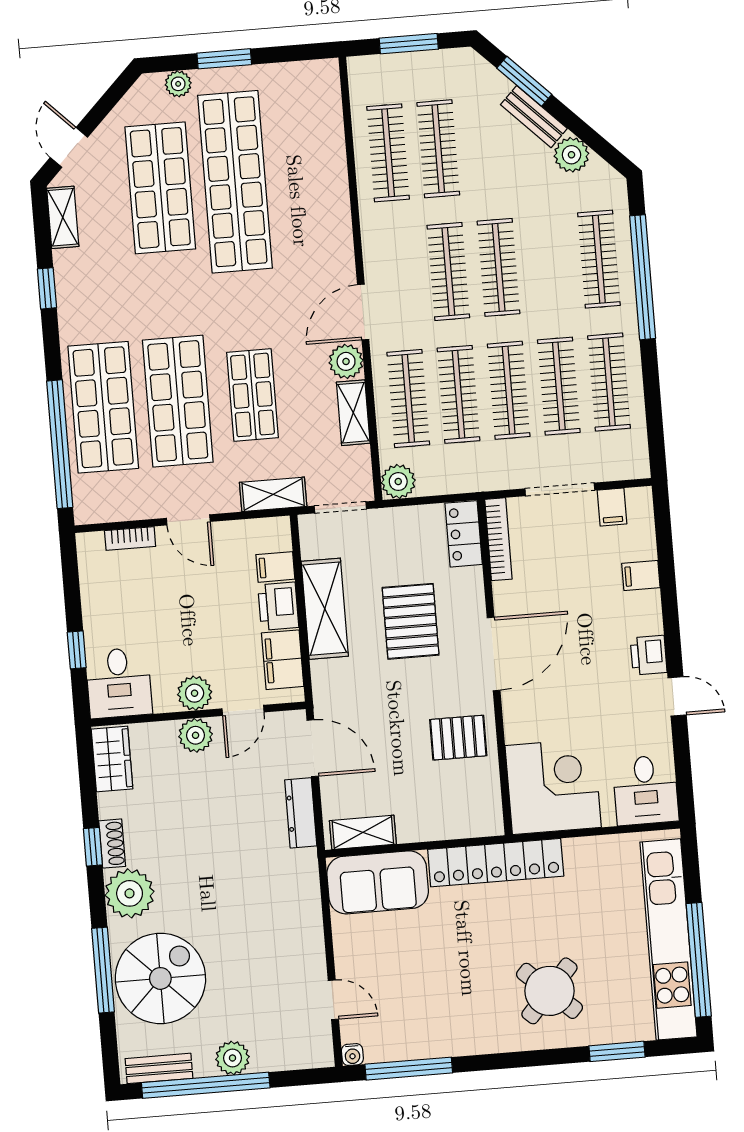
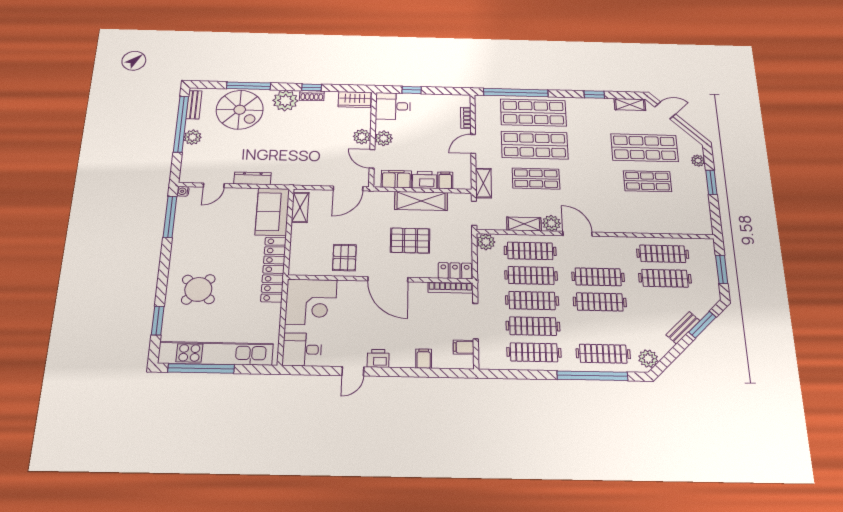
plant: (571, 155) -> (648, 359), moved
shop shelf: (235, 182) -> (647, 181), width x0.50, depth x0.74
dresser: (301, 813) -> (252, 178), moved

